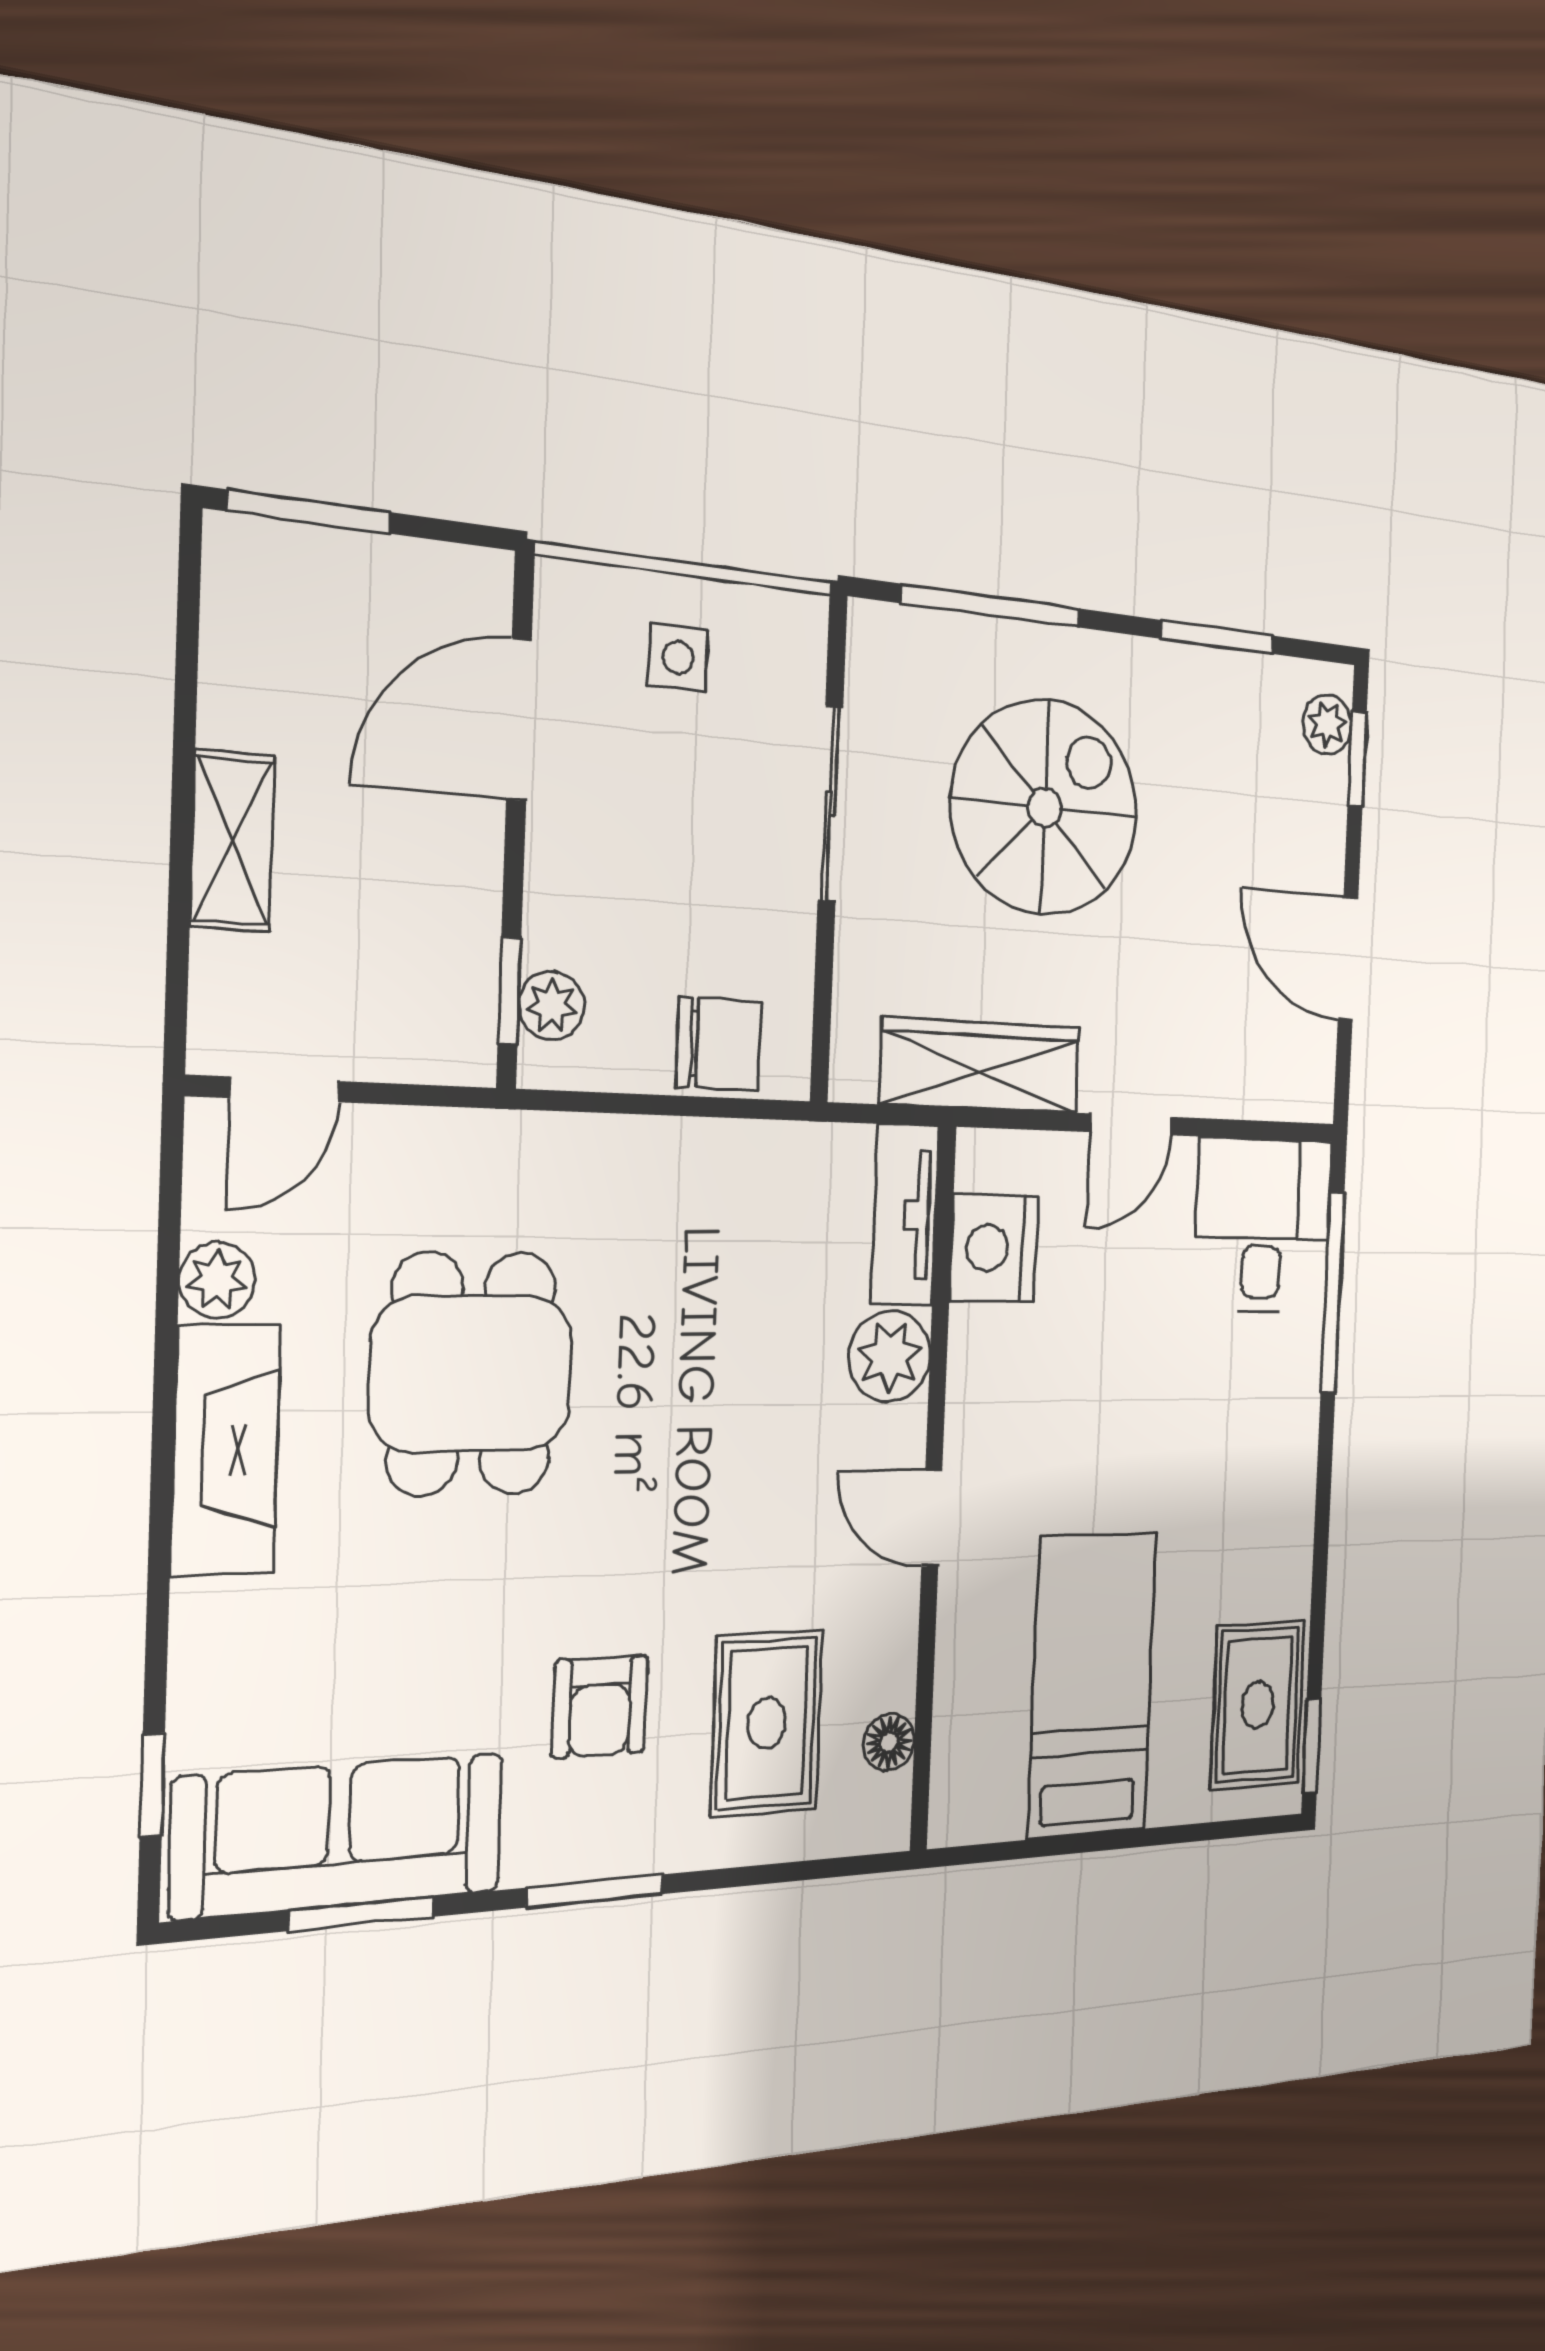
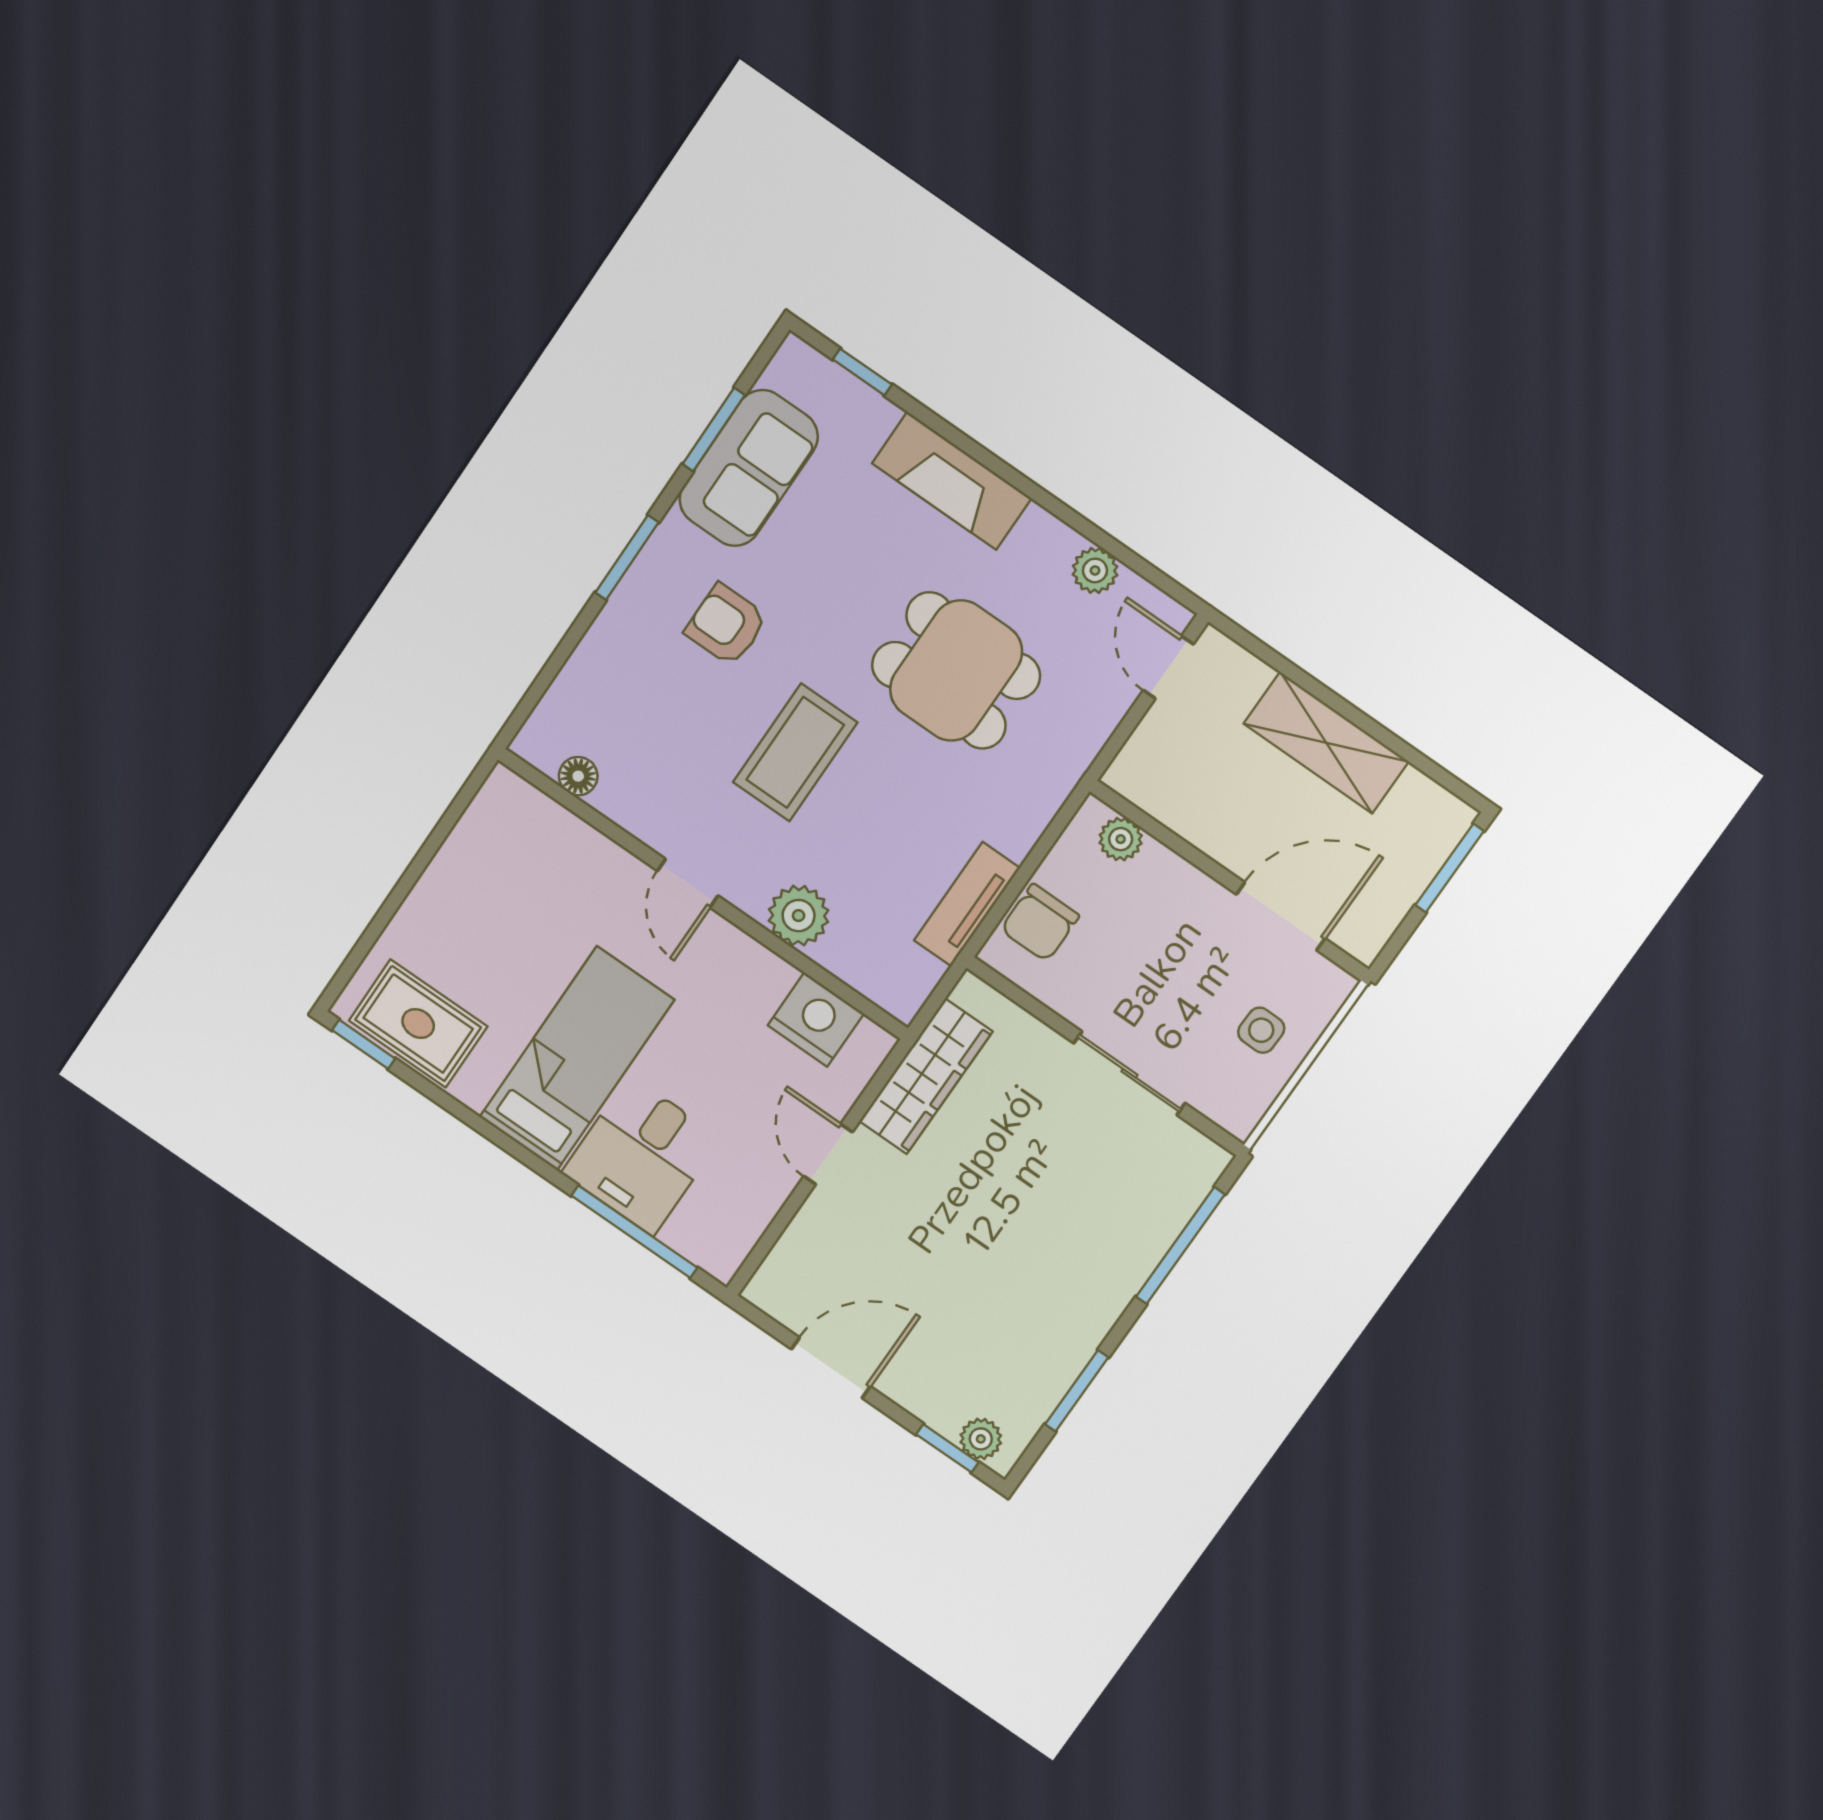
door: (519, 720) -> (1281, 916), hinge flipped
spiral stairs: (1045, 808) -> (1047, 1210), removed
shelving: (232, 841) -> (1326, 743), width x1.50, depth x1.33
window: (509, 991) -> (1143, 820), removed
tv unit: (905, 1215) -> (967, 904), moved, turned -90
desk: (1263, 1225) -> (641, 1156), moved, turned 90
fireplace: (226, 1450) -> (952, 481), moved
coffee table: (701, 1504) -> (795, 752), added
door: (932, 1518) -> (688, 883), swing flipped
bed: (1092, 1684) -> (577, 1058), moved, turned -90
rug: (767, 1723) -> (645, 712), removed
sofa: (339, 1835) -> (749, 468), width x0.73

